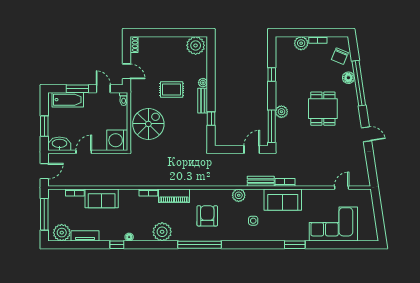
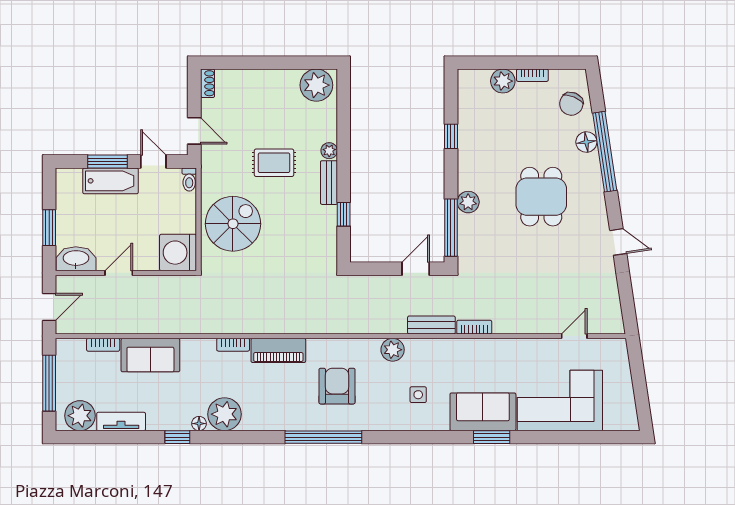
bathtub: (68, 100) -> (111, 181), moved
sofa: (283, 200) -> (483, 412), moved, turned 180
plant: (162, 232) -> (225, 414), moved

